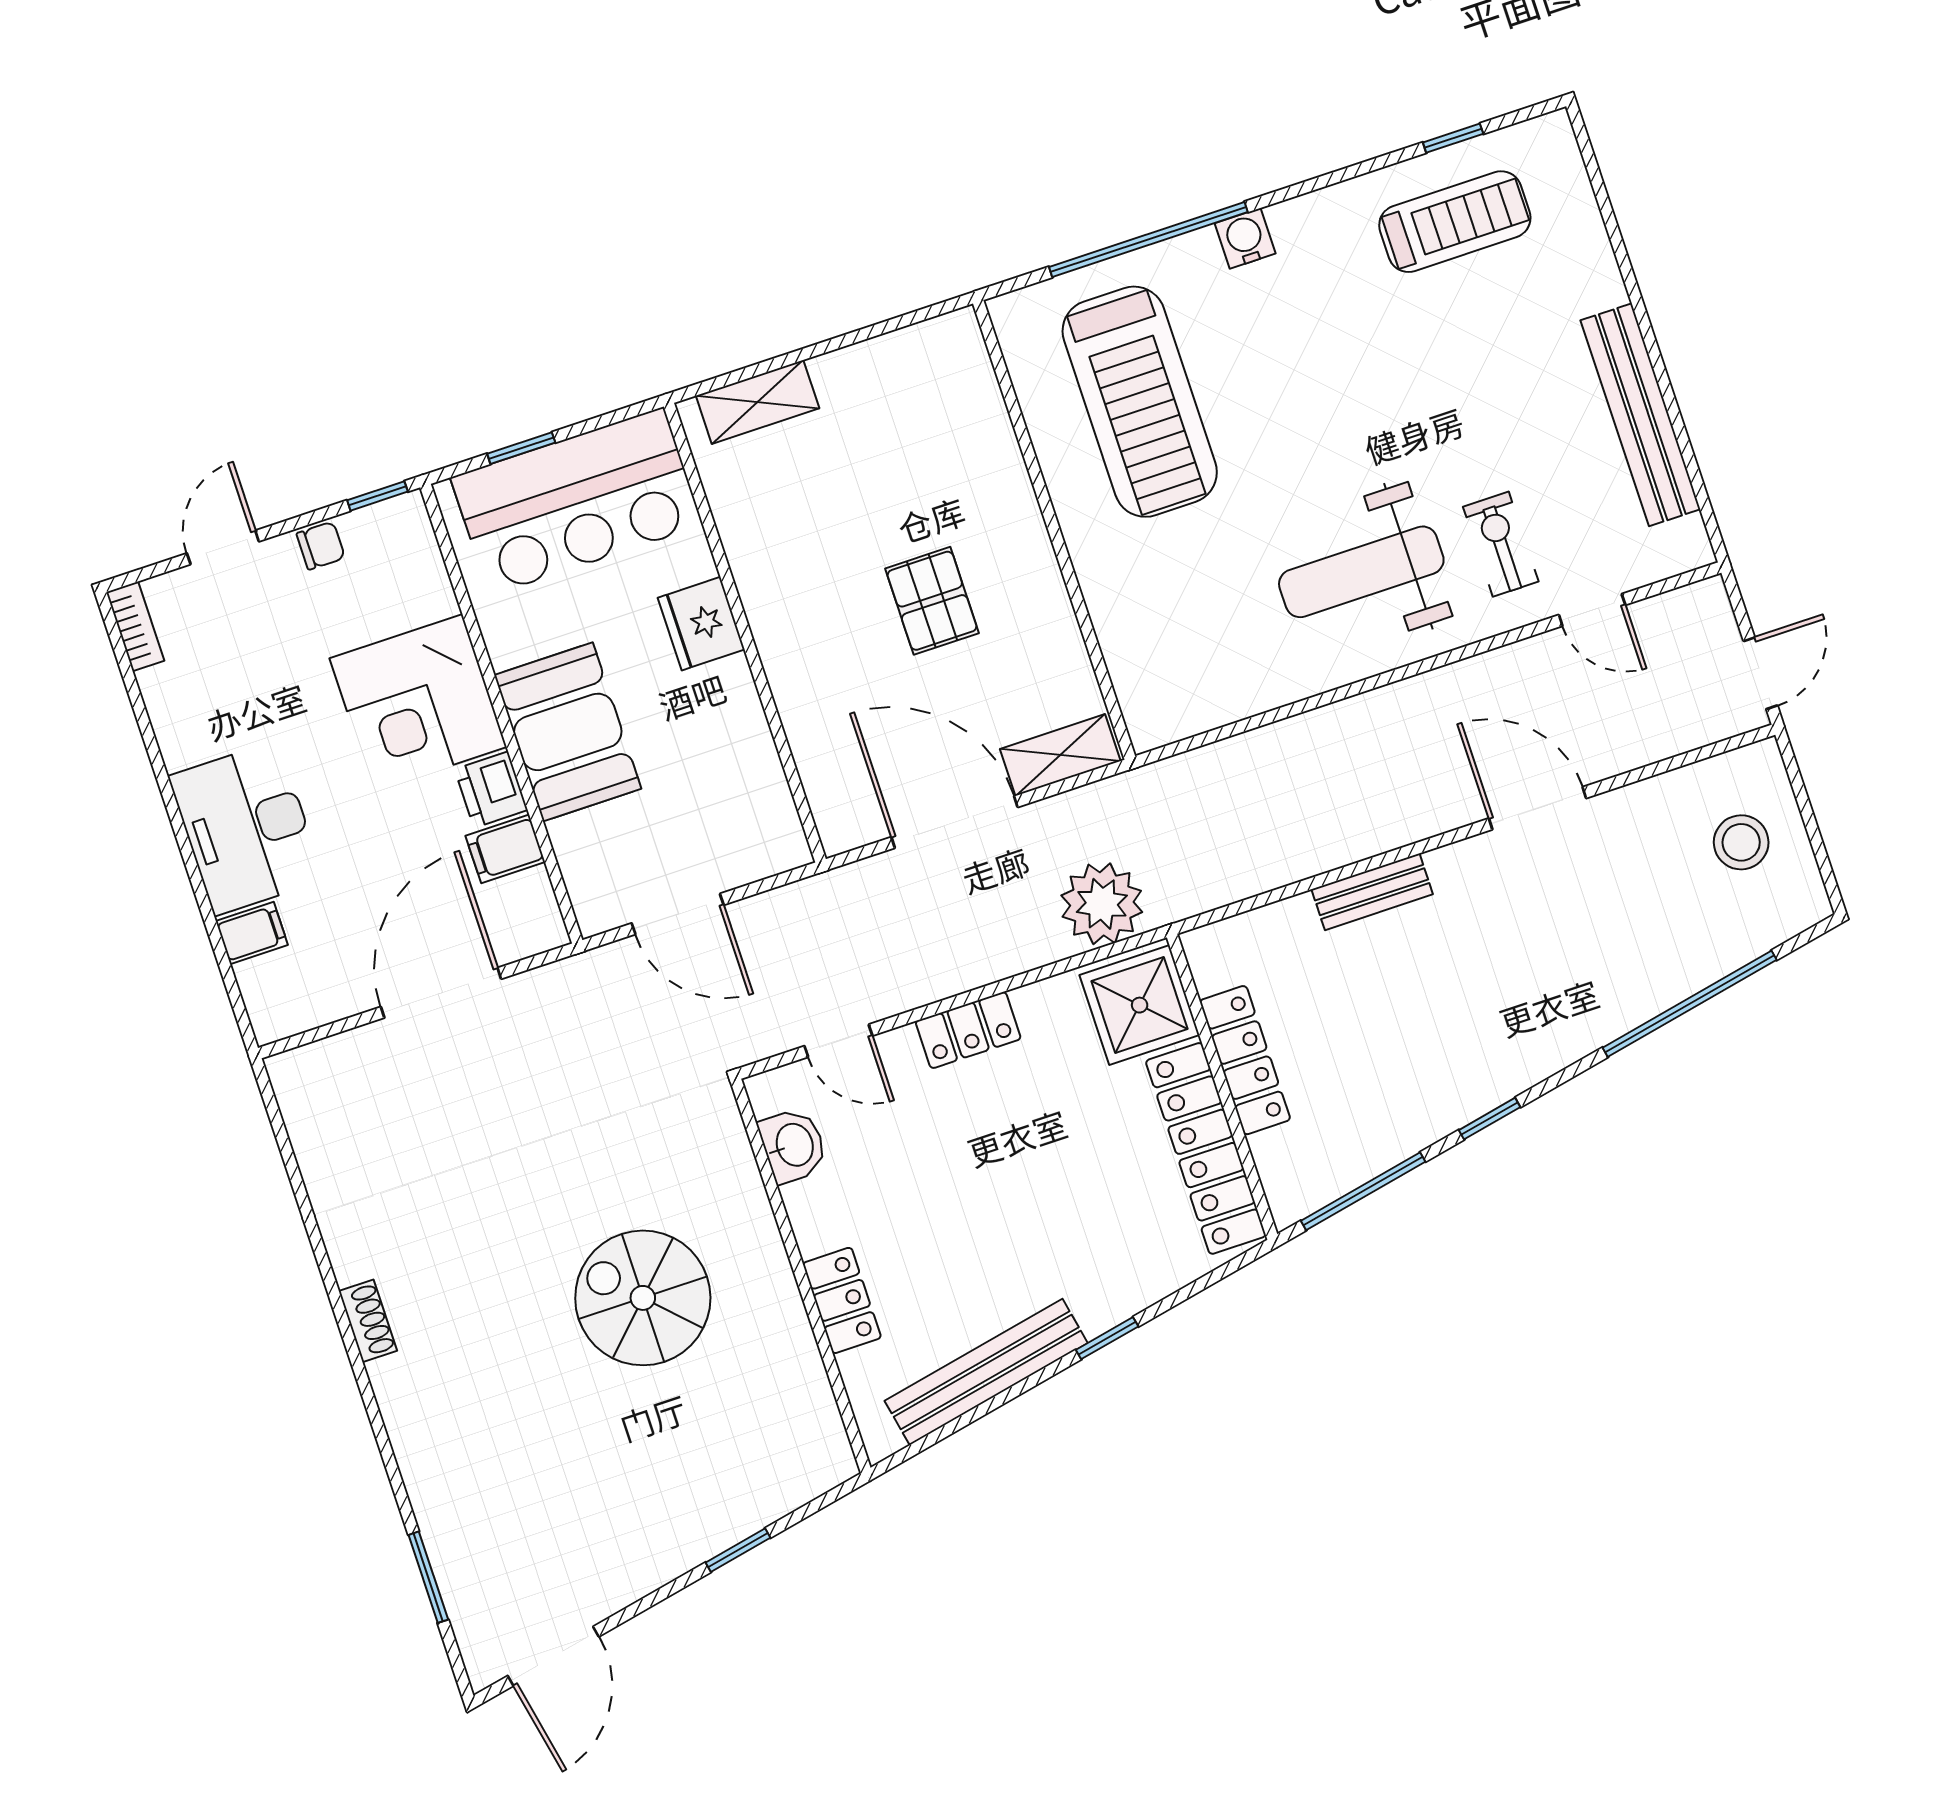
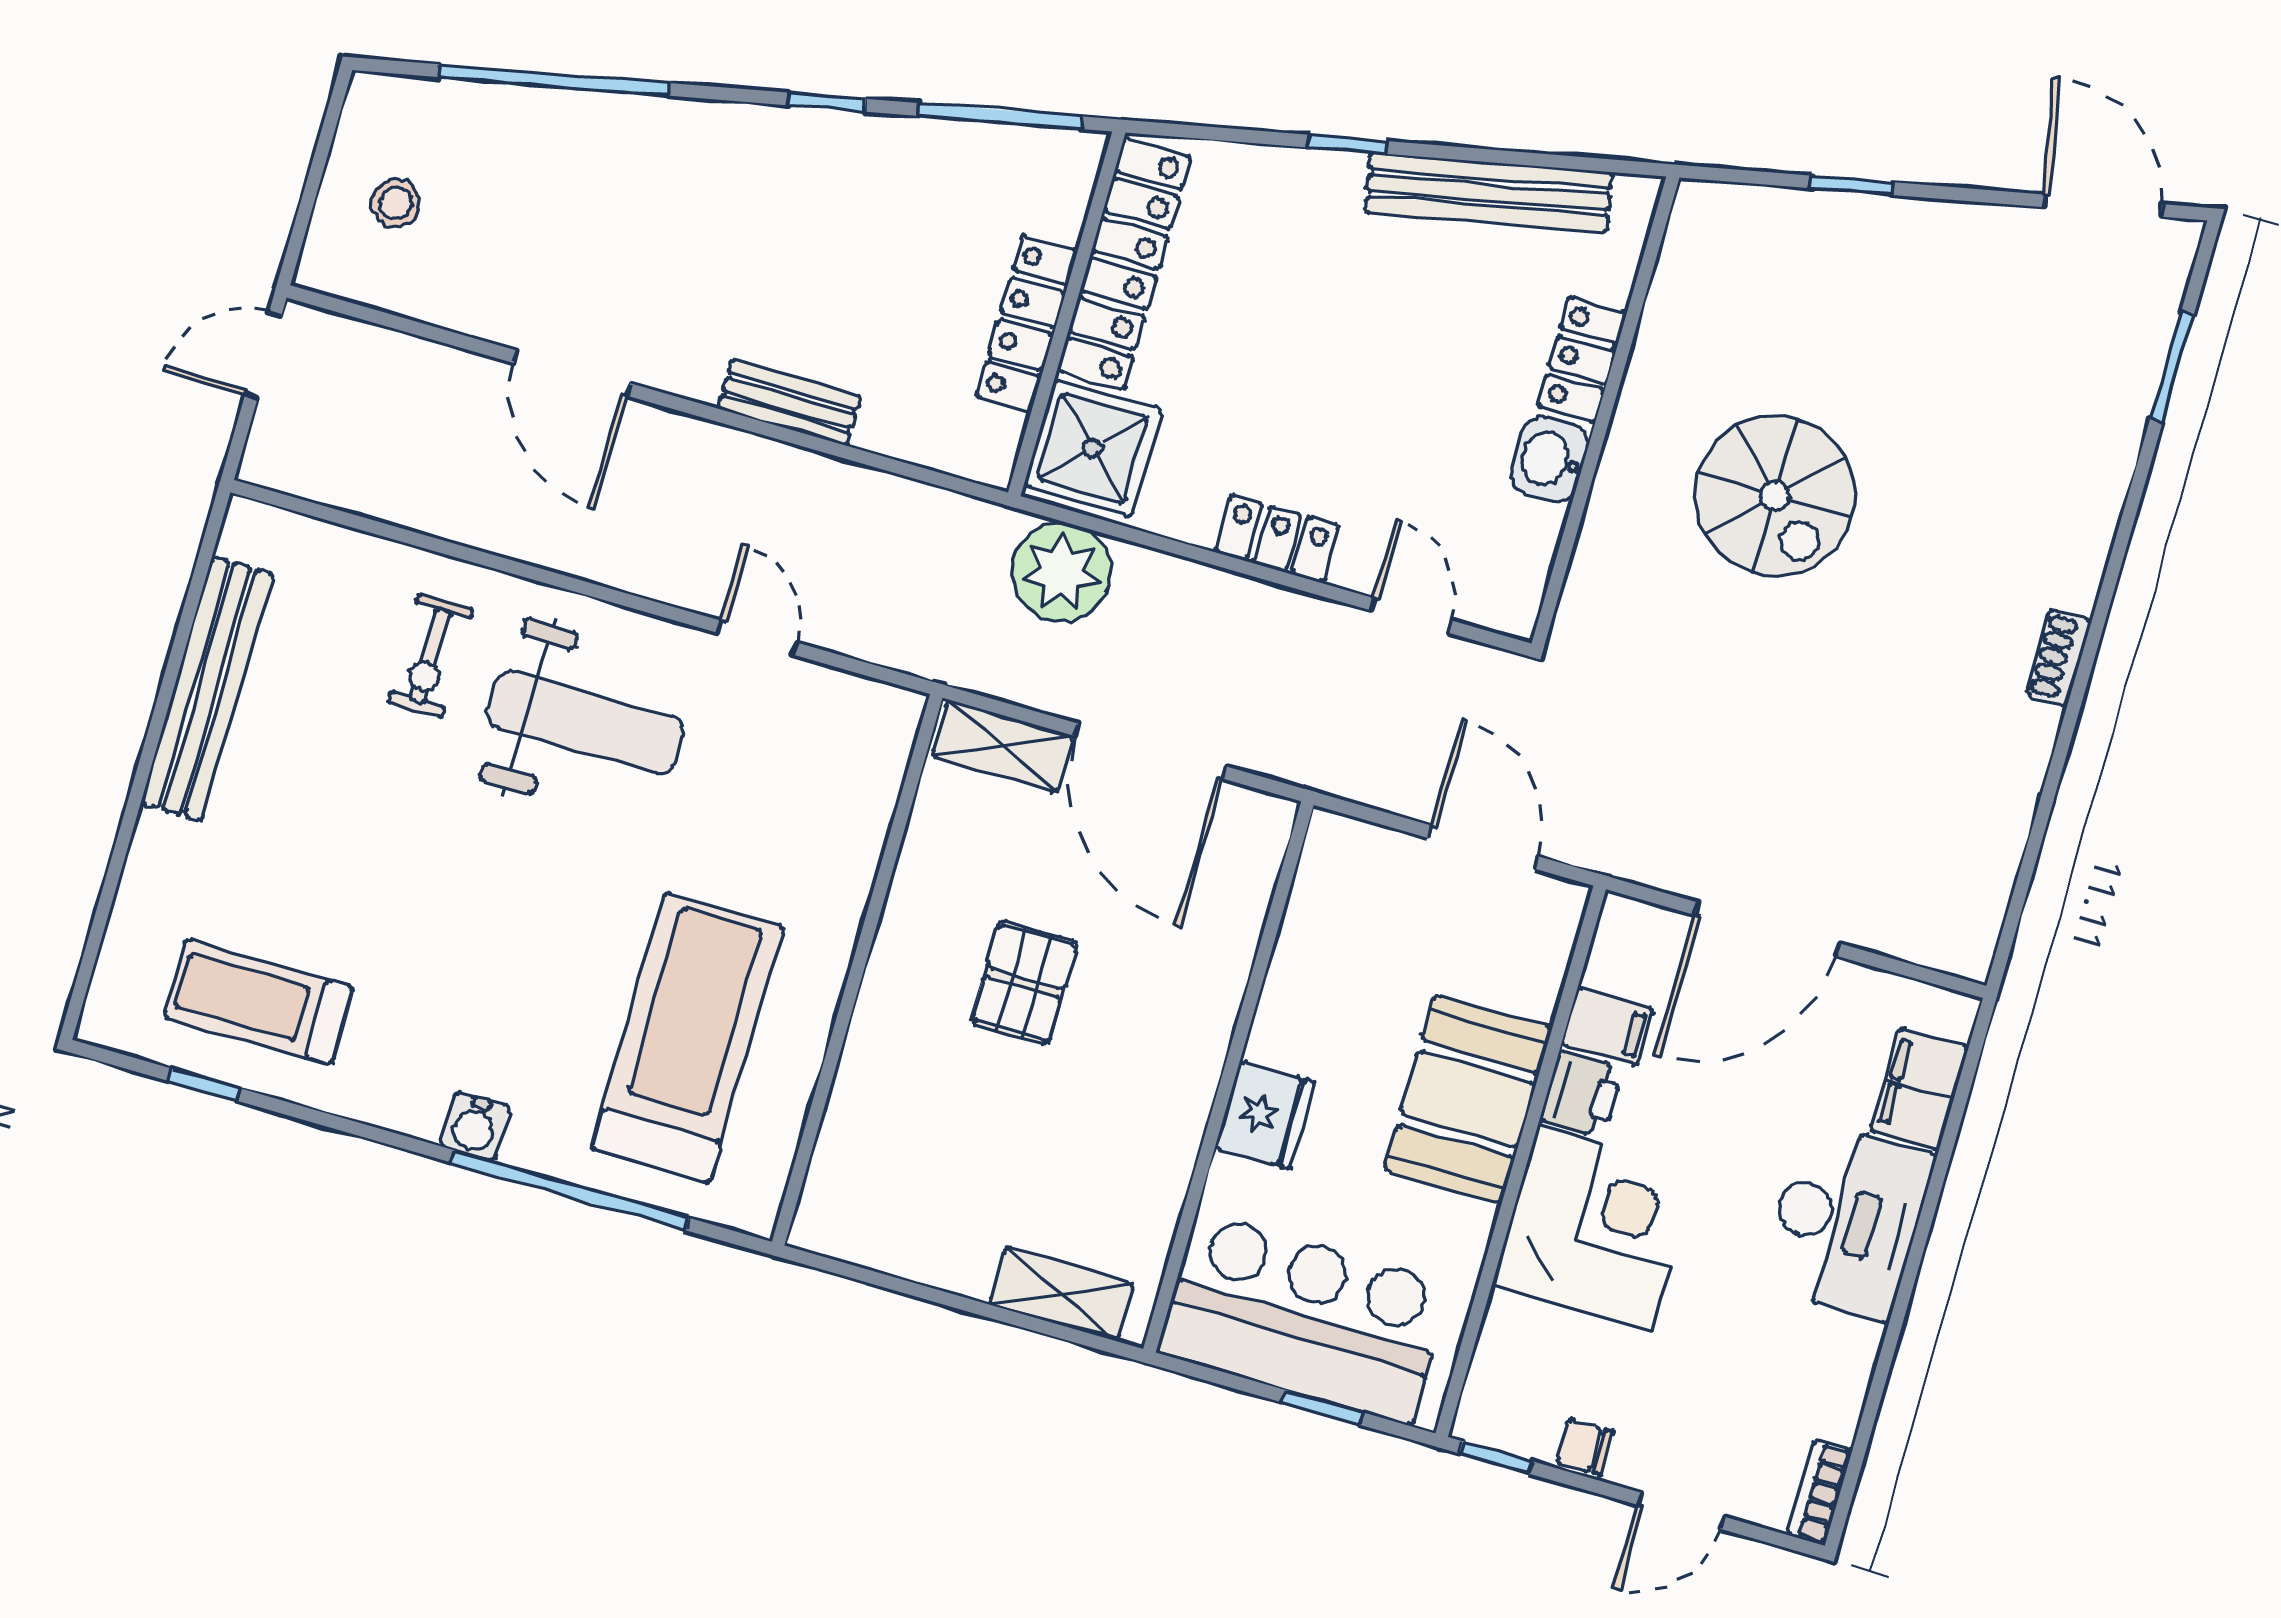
door: (1592, 610) -> (757, 638), moved
stool: (1741, 842) -> (396, 203), width x0.73, depth x0.73
filing cabinet: (252, 933) -> (1919, 1088), width x2.00
washbasin: (793, 1145) -> (1550, 459), moved
door: (553, 1656) -> (2103, 206), hinge flipped

